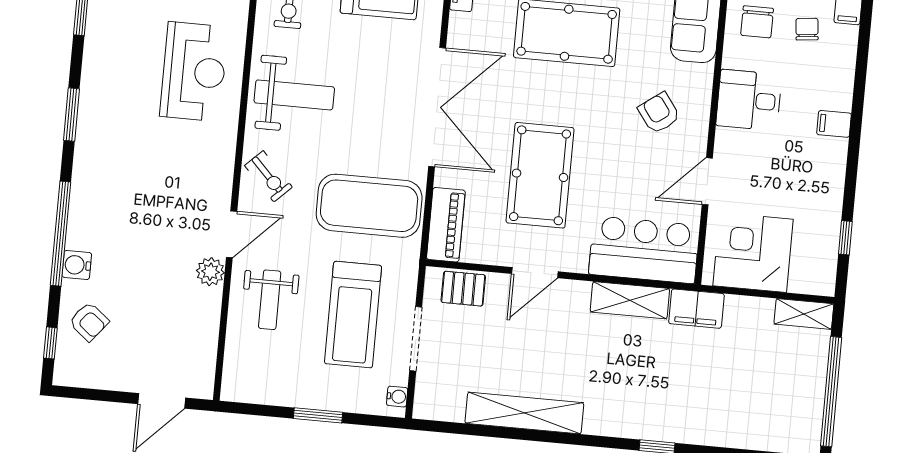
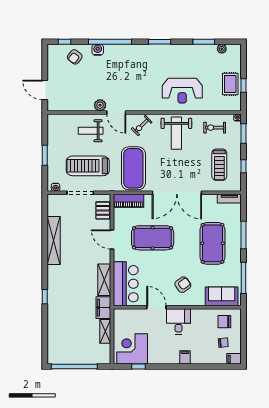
desk: (749, 100) -> (178, 321), moved
corner desk: (753, 253) -> (132, 349), moved, turned -90
shelving: (804, 314) -> (105, 331), moved

